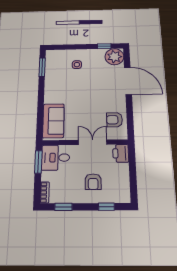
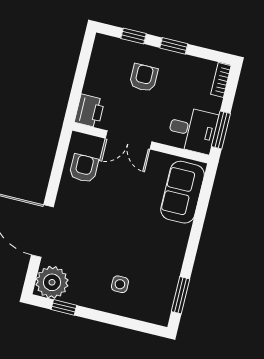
armchair: (114, 120) -> (84, 168), turned -90
window: (63, 207) -> (174, 46), moved

